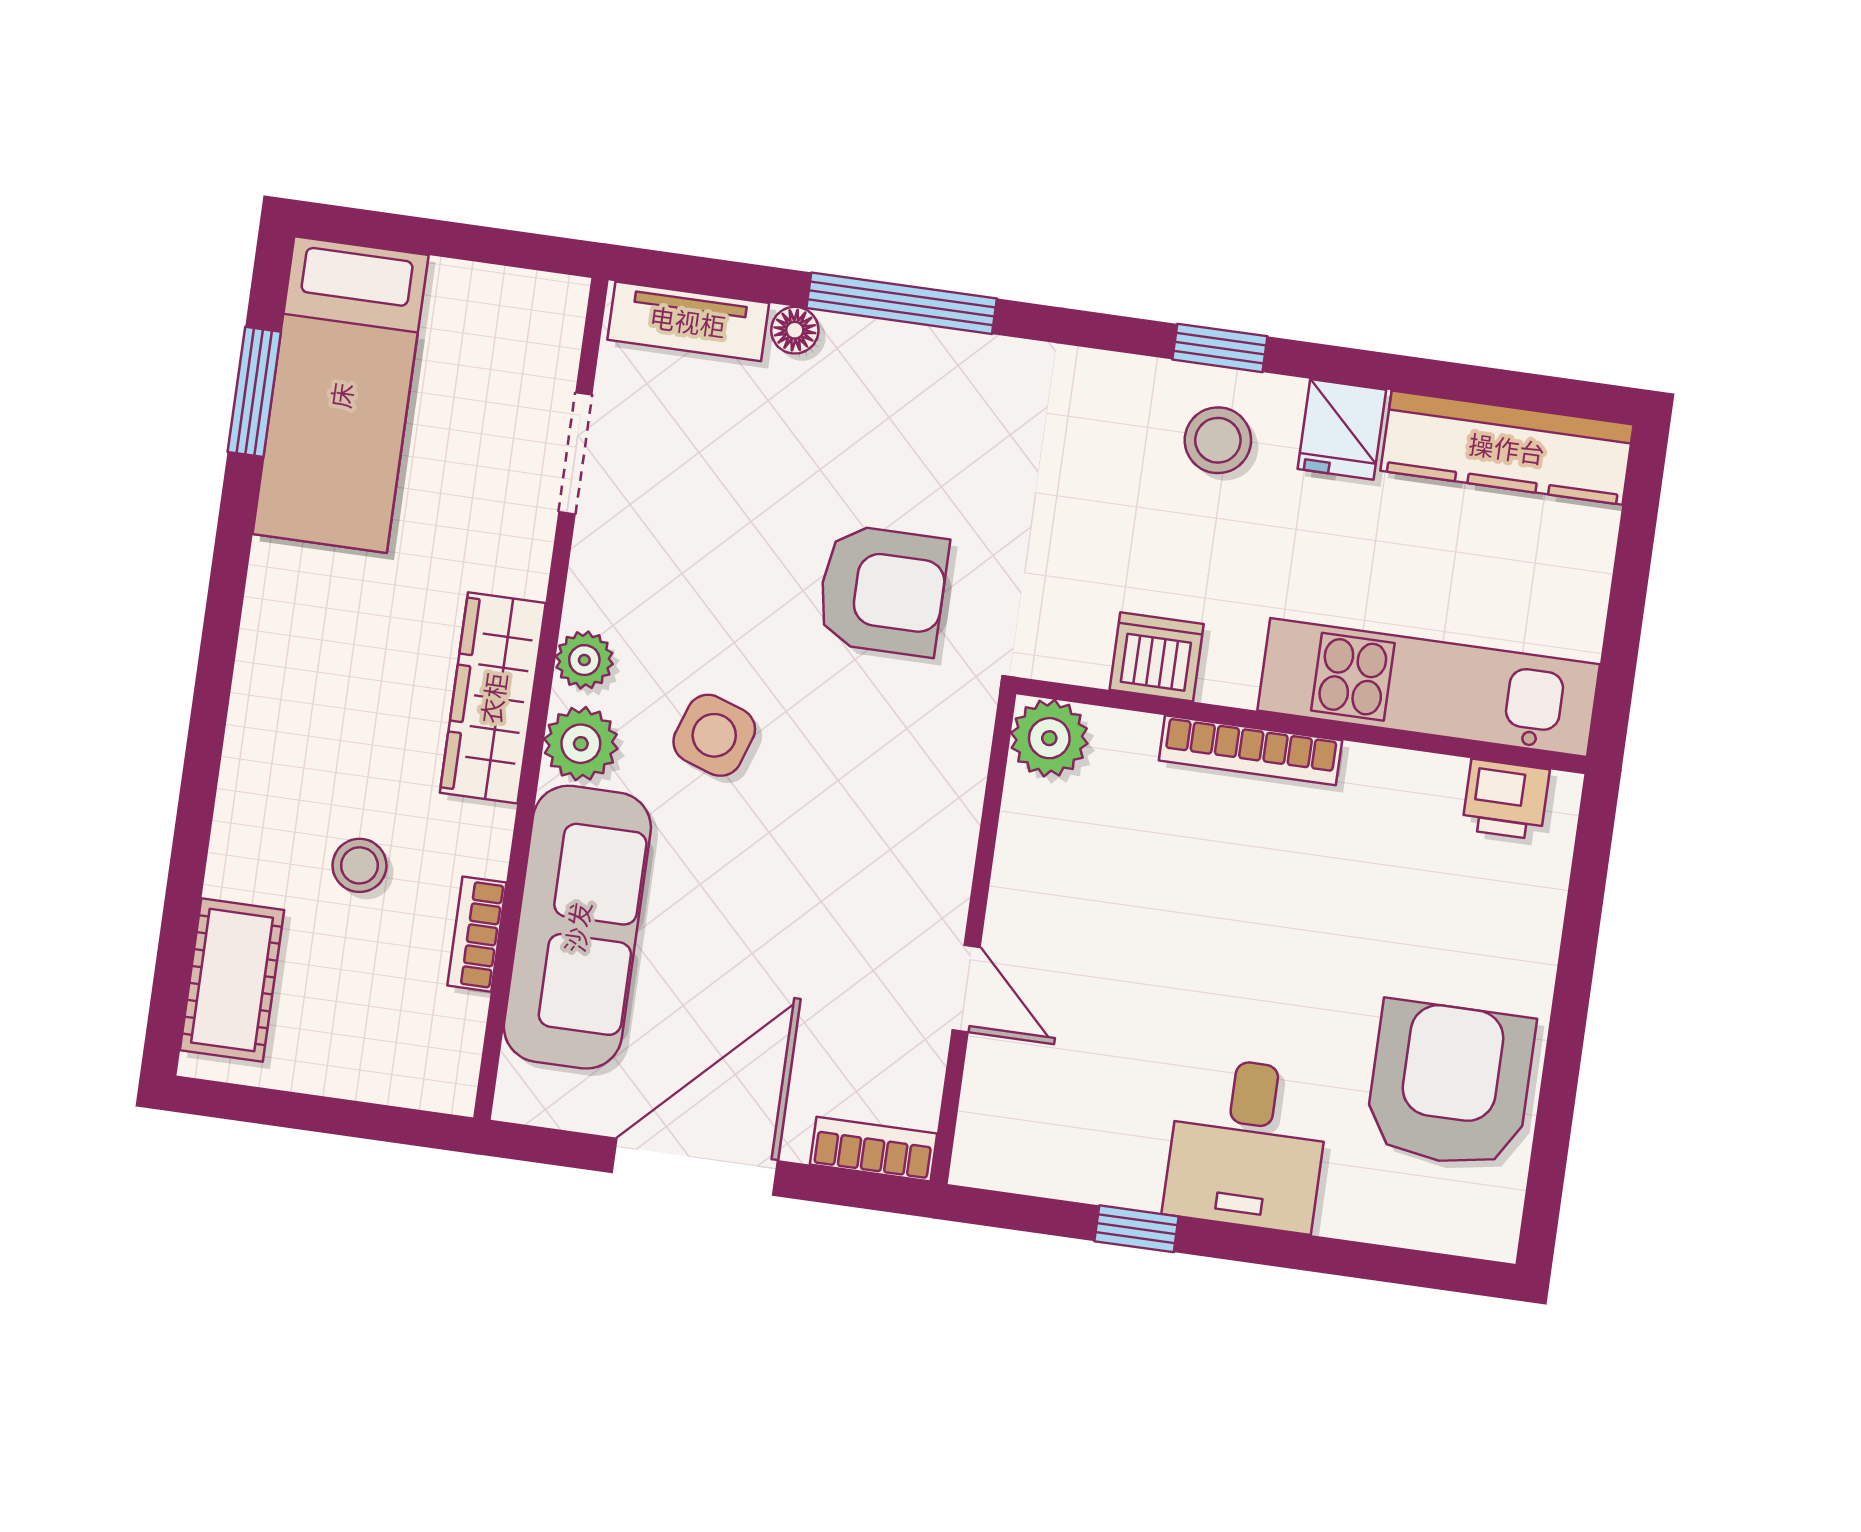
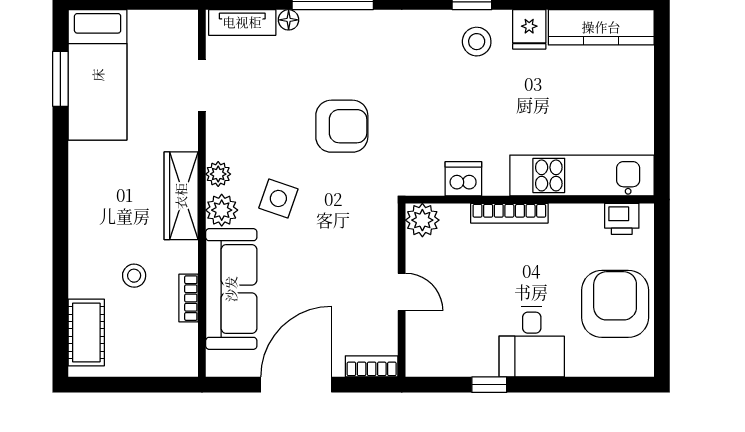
dishwasher: (1157, 657) -> (463, 179), moved
kitchen unit: (1429, 687) -> (582, 175), moved
wall: (1302, 726) -> (530, 200), moved
plant: (1049, 738) -> (422, 220), moved
bookcase: (1250, 750) -> (509, 213), moved
printer: (1506, 799) -> (622, 219), moved

